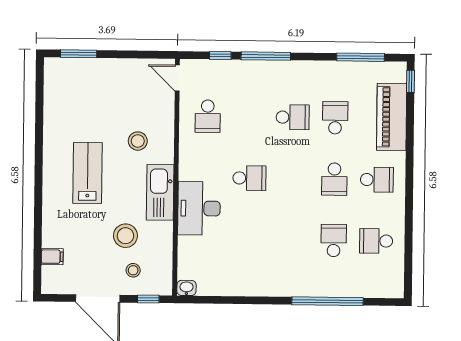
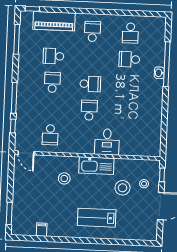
door: (177, 78) -> (26, 153), hinge flipped
school desk: (208, 116) -> (50, 135), turned 90
lab bench: (88, 173) -> (97, 218), moved
school desk: (334, 179) -> (90, 84), moved
desk: (199, 208) -> (107, 142), width x0.73
filing cabinet: (52, 257) -> (42, 230), moved
washbasin: (186, 288) -> (159, 73), moved

